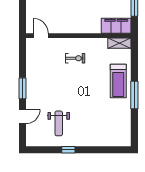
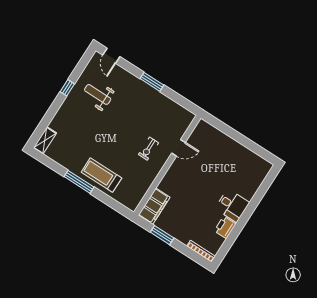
door: (41, 36) -> (179, 148), moved
shelving: (119, 43) -> (45, 140), moved
door: (23, 116) -> (111, 56), moved

